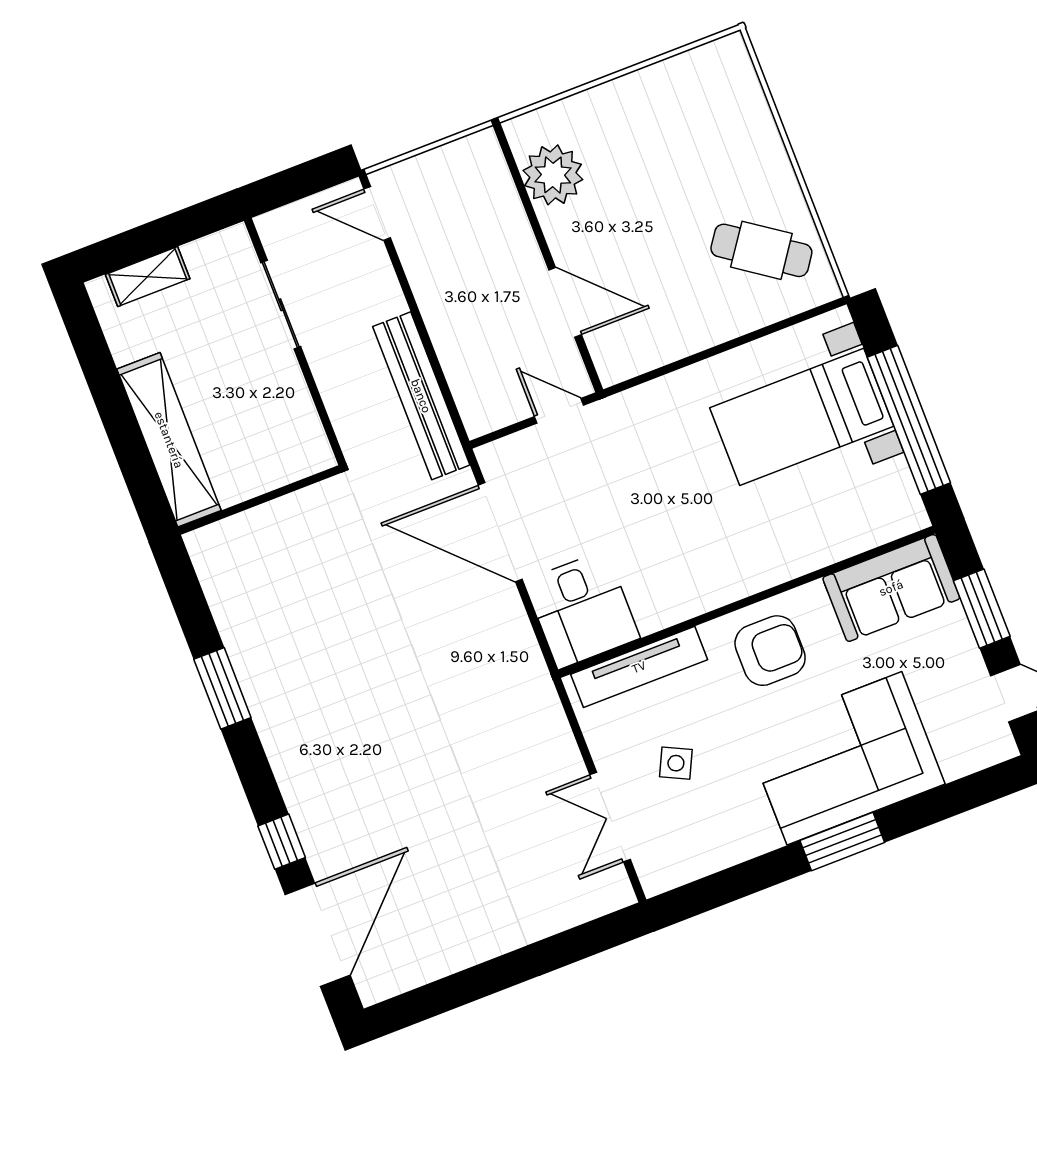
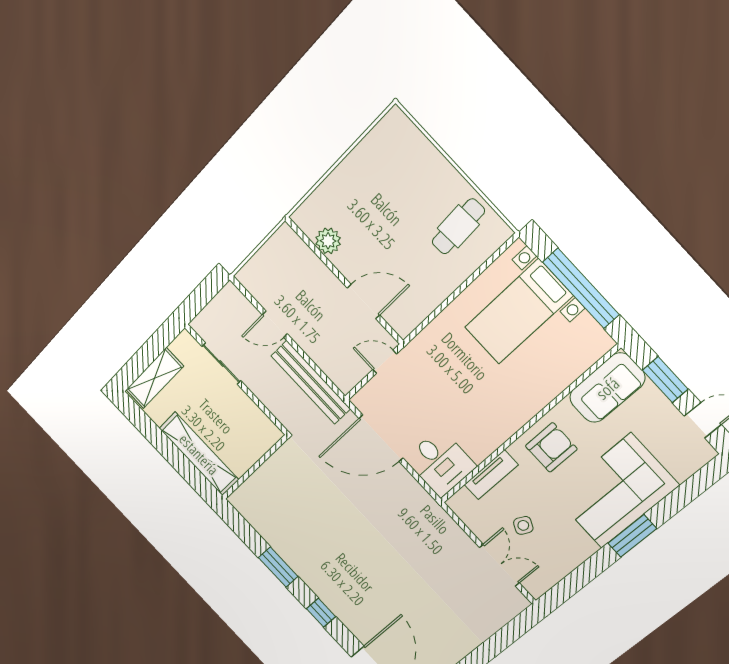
plant: (553, 175) -> (328, 241), width x0.73, depth x0.73
door: (377, 213) -> (275, 324), moved
cafe table: (761, 250) -> (458, 226), turned -38
shelving: (148, 277) -> (155, 378), width x1.50, depth x1.33
tv unit: (639, 667) -> (491, 475), width x0.71
double door: (610, 817) -> (499, 565), swing flipped
window: (282, 842) -> (321, 613), moved

